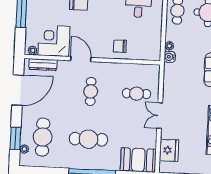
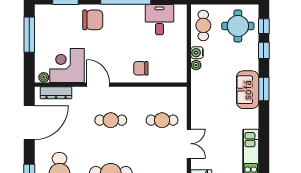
water cooler: (170, 57) -> (197, 53), moved
cafe table: (91, 91) -> (111, 120), turned 90
double door: (160, 116) -> (189, 144), swing flipped

